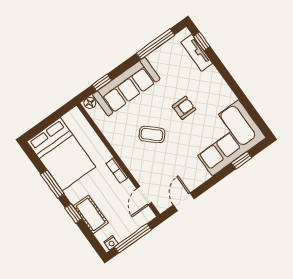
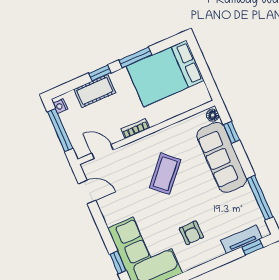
armchair: (184, 108) -> (191, 233), moved
coffee table: (152, 135) -> (165, 174), width x1.36, depth x1.30

